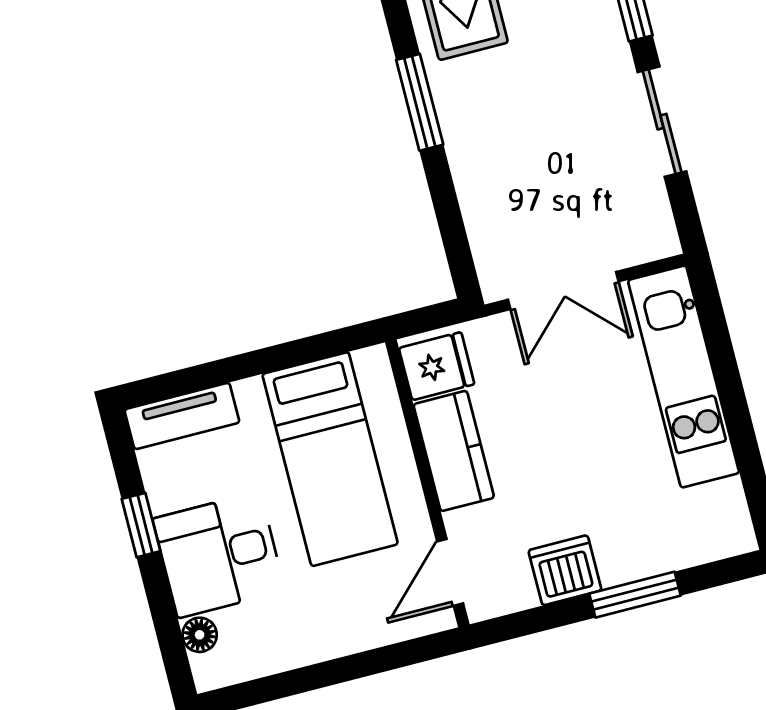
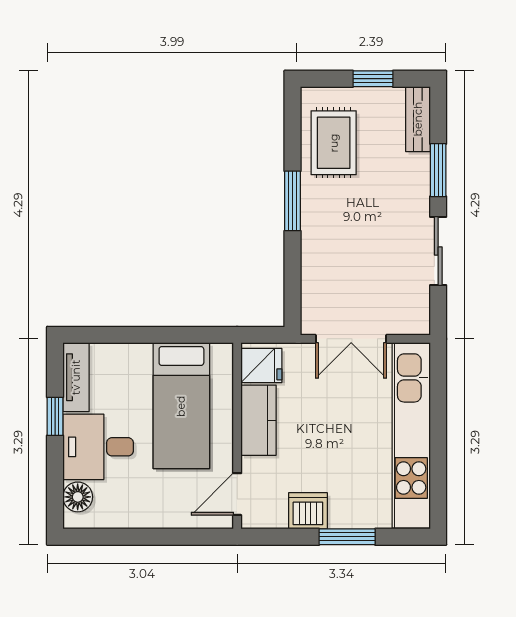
kitchen unit: (684, 377) -> (411, 435), width x1.36
tv unit: (182, 416) -> (76, 377), moved, turned -90
floor lamp: (200, 635) -> (78, 497), width x1.37, depth x1.37

